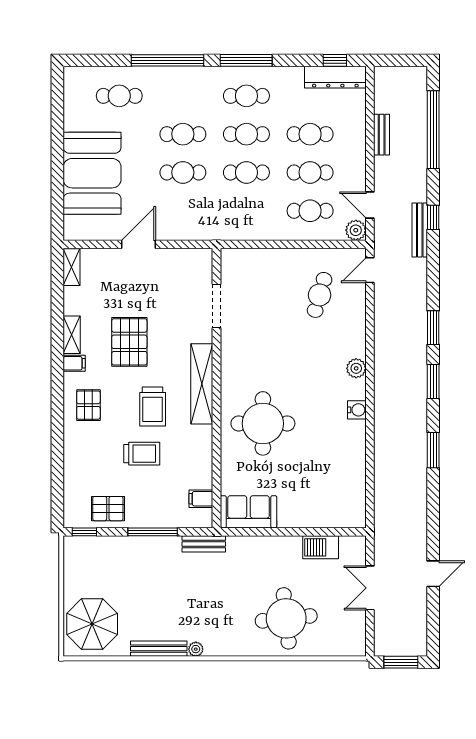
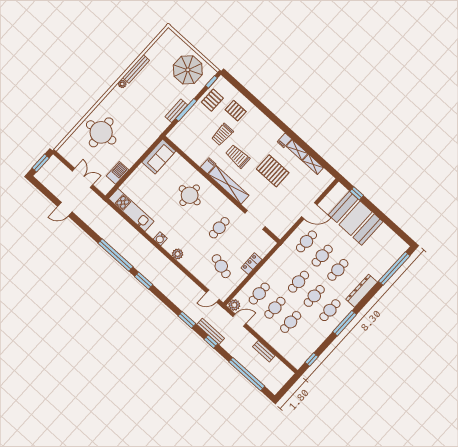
window: (168, 60) -> (394, 268), moved
dresser: (335, 77) -> (362, 291), moved
cafe table: (119, 96) -> (306, 241), moved
window: (57, 202) -> (357, 193), added
door: (138, 244) -> (309, 211), hinge flipped
locker: (280, 257) -> (251, 264), added
shelving: (72, 267) -> (313, 164), moved
door: (370, 270) -> (213, 296), swing flipped
window: (433, 328) -> (187, 320), moved
cafe table: (271, 344) -> (219, 228), added
pallet: (88, 405) -> (236, 111), moved
round table: (263, 423) -> (190, 195), width x0.73, depth x0.73
window: (433, 450) -> (115, 255), width x2.11
kitchen unit: (354, 484) -> (131, 210), added
filing cabinet: (201, 499) -> (208, 166), moved
bench: (204, 544) -> (176, 111), moved
door: (433, 574) -> (65, 209), hinge flipped
parasol: (92, 624) -> (188, 70), moved

